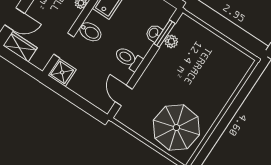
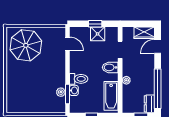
toilet: (128, 59) -> (79, 79), moved
shower: (62, 72) -> (98, 34), moved
window: (73, 98) -> (95, 24), added

